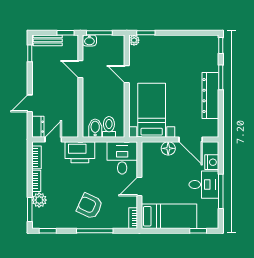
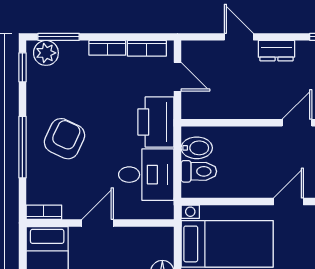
dresser: (38, 127) -> (276, 51), moved
desk: (122, 158) -> (146, 175), moved
door: (139, 187) -> (98, 223), hinge flipped
plant: (39, 200) -> (46, 53), moved

